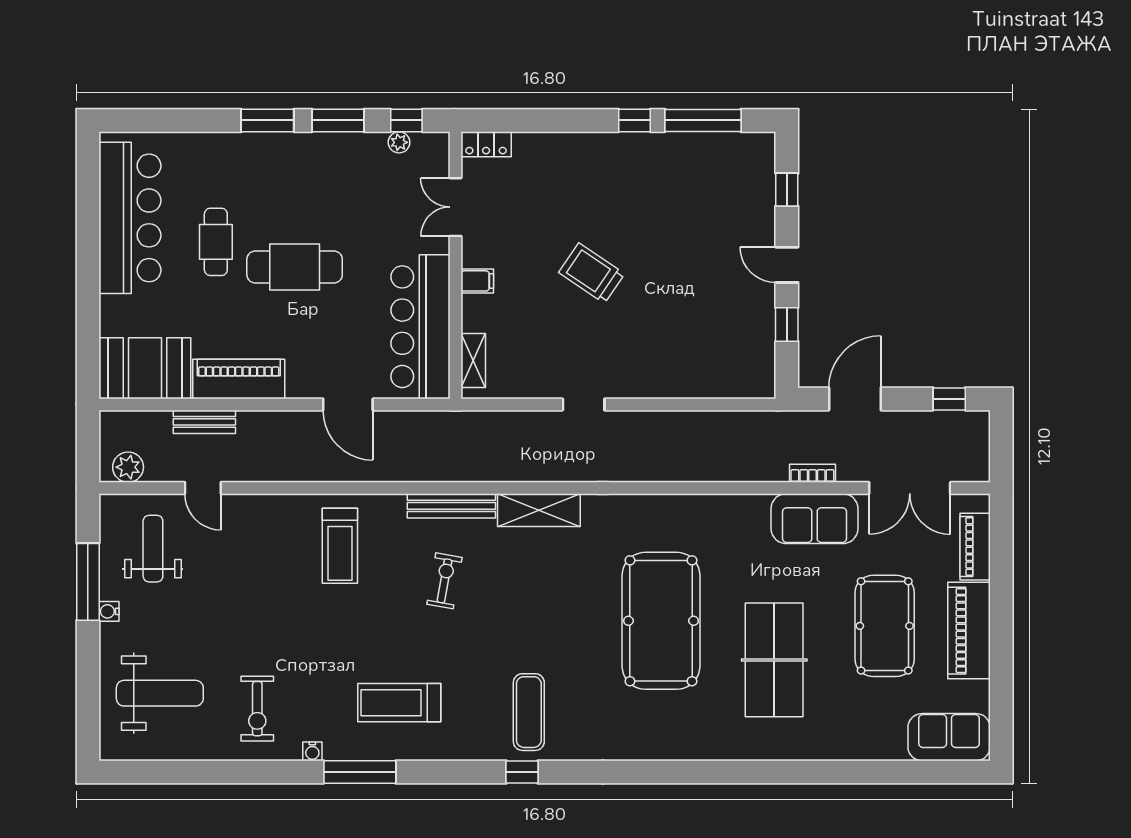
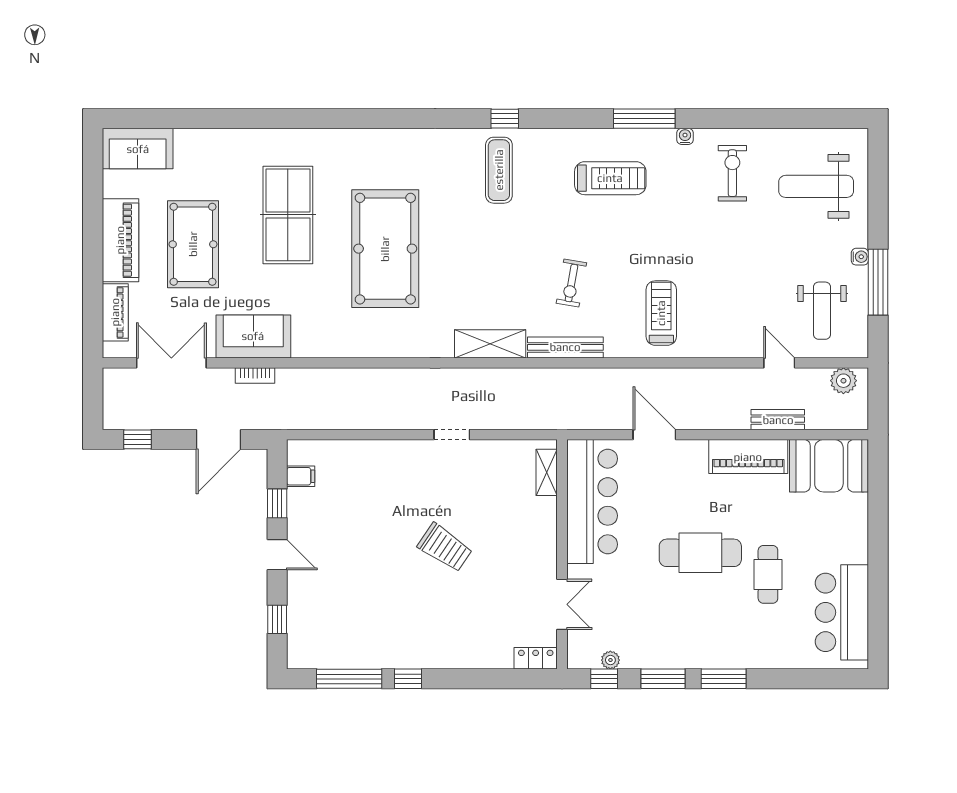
bar counter: (130, 218) -> (842, 612), width x0.73
filing cabinet: (477, 281) -> (301, 476), moved, turned 180

